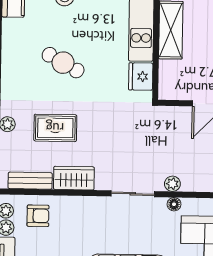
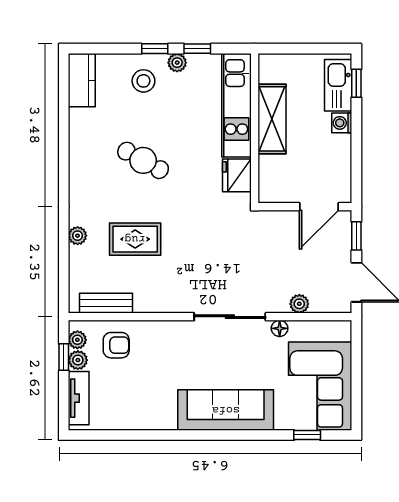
wardrobe: (74, 178) -> (159, 299), removed
plant: (172, 184) -> (299, 304), moved
sliding door: (133, 194) -> (230, 317), width x1.37

